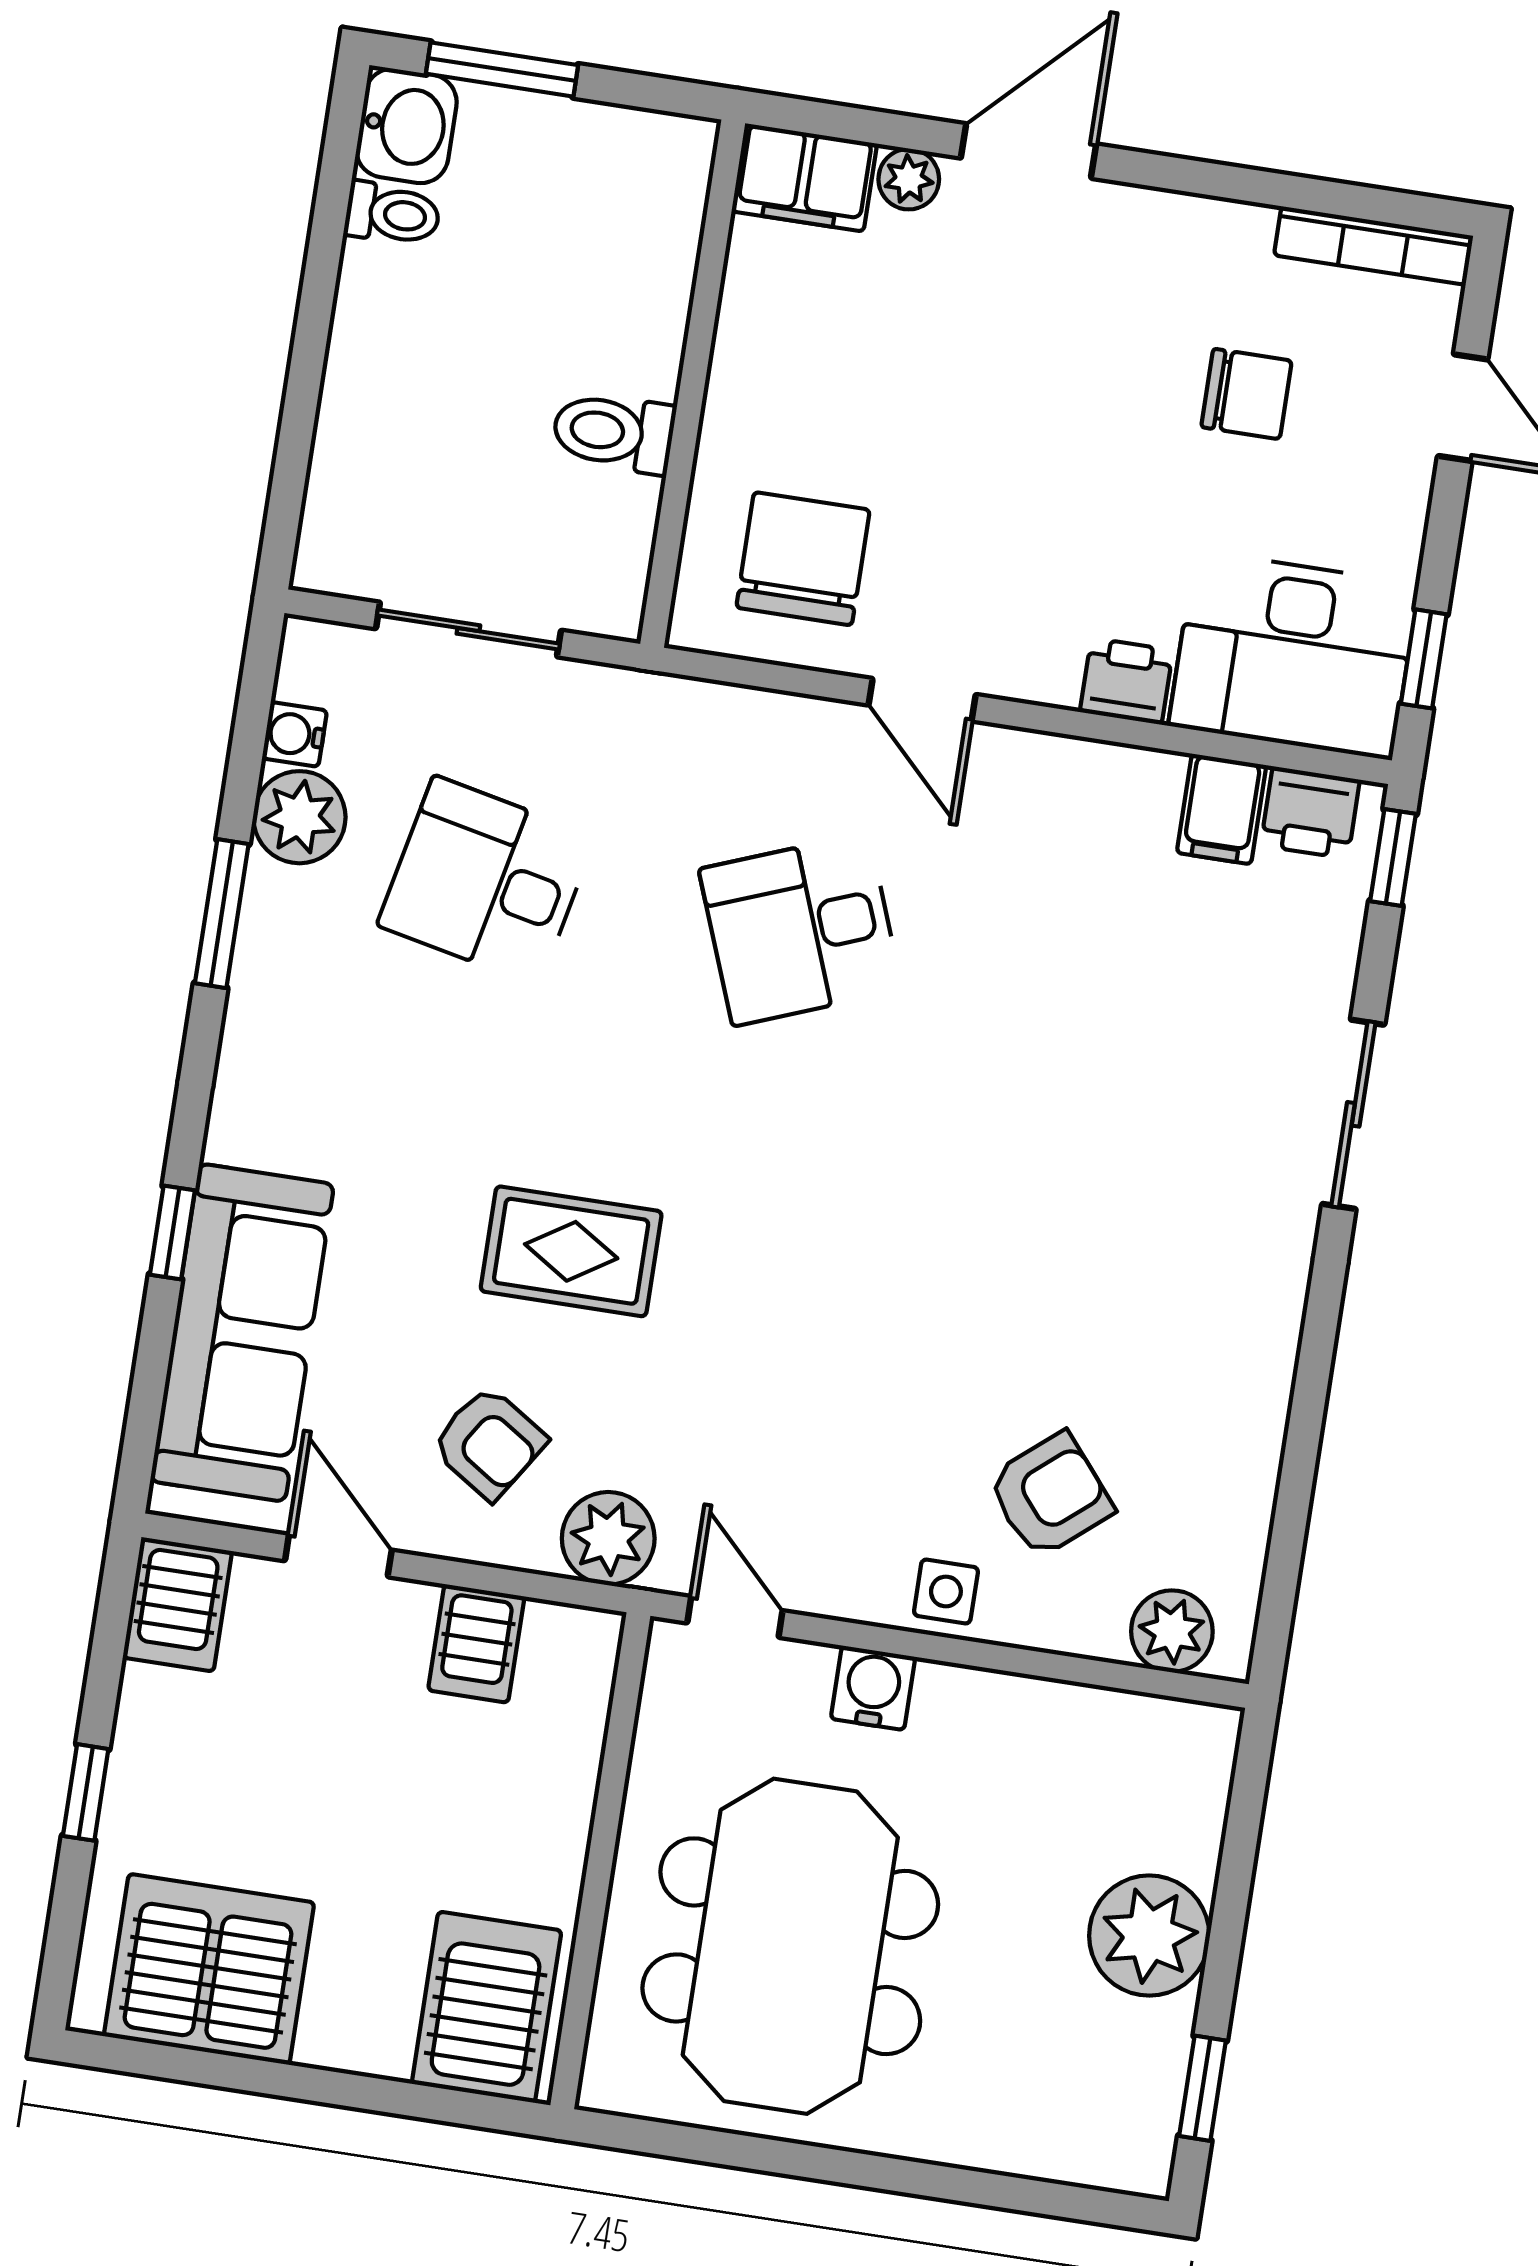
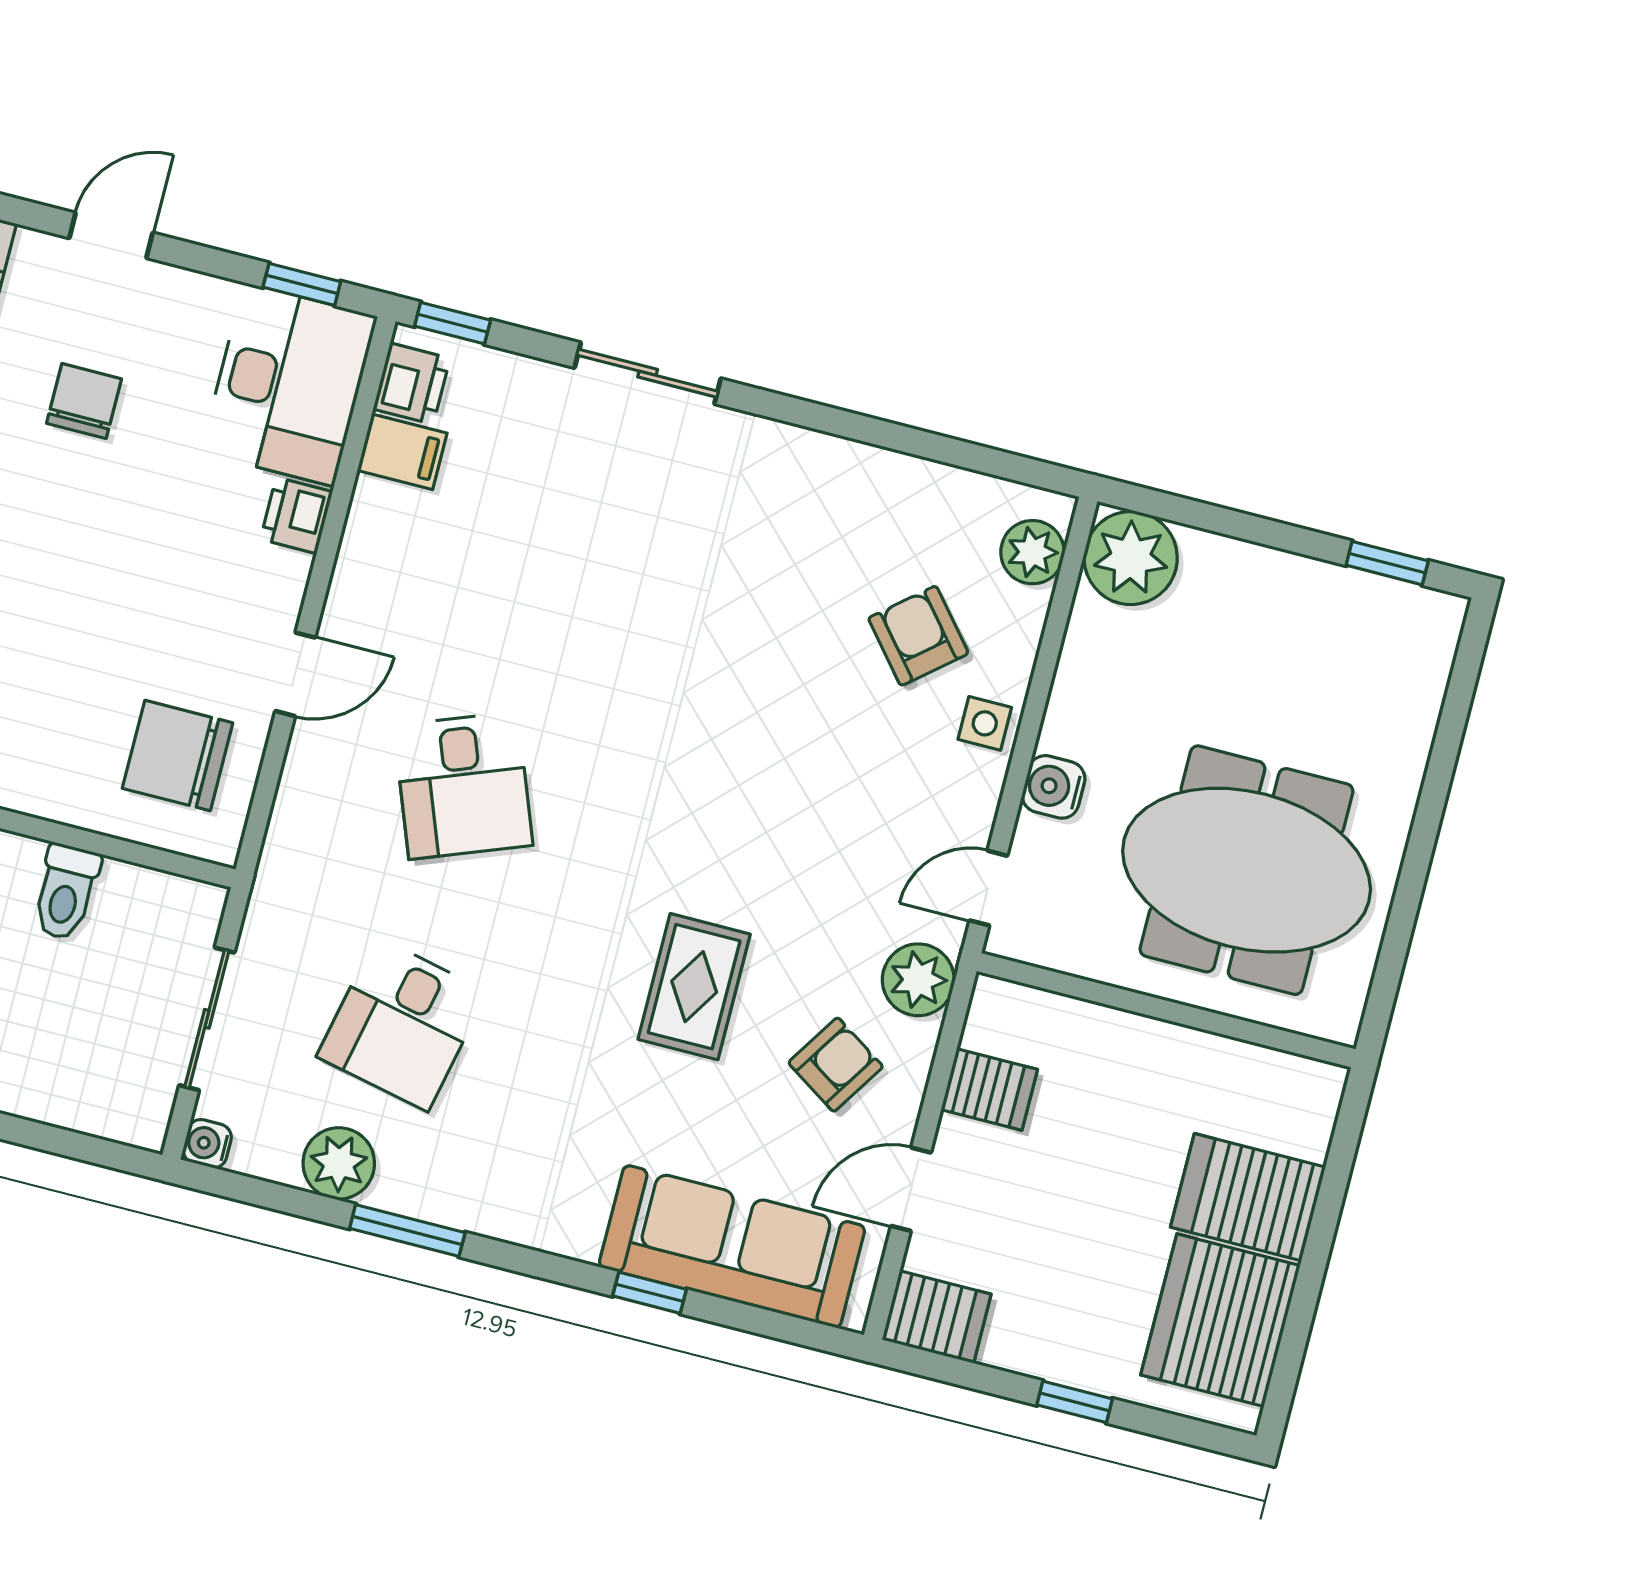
water cooler: (294, 734) -> (207, 1144), moved, turned 90
plant: (1149, 1936) -> (1131, 558), moved
server rack: (487, 2007) -> (1248, 1197), moved

